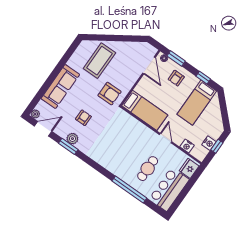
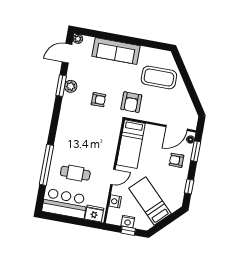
bed: (197, 103) -> (150, 201), moved, turned 45
armchair: (83, 118) -> (98, 100), moved
door: (43, 129) -> (67, 53), swing flipped

